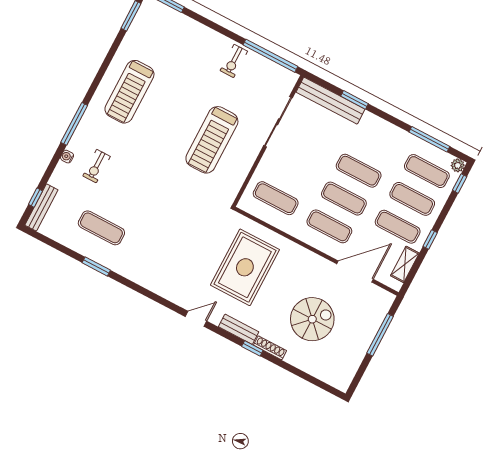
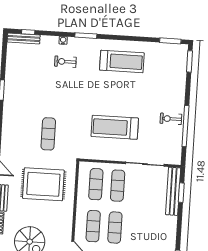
window: (270, 56) -> (185, 126), moved
treadmill: (129, 92) -> (122, 61), turned 180
window: (354, 100) -> (181, 193), moved
window: (74, 124) -> (86, 36), width x0.69
exercise mat: (359, 171) -> (118, 186), moved
exercise mat: (101, 228) -> (48, 134), moved

